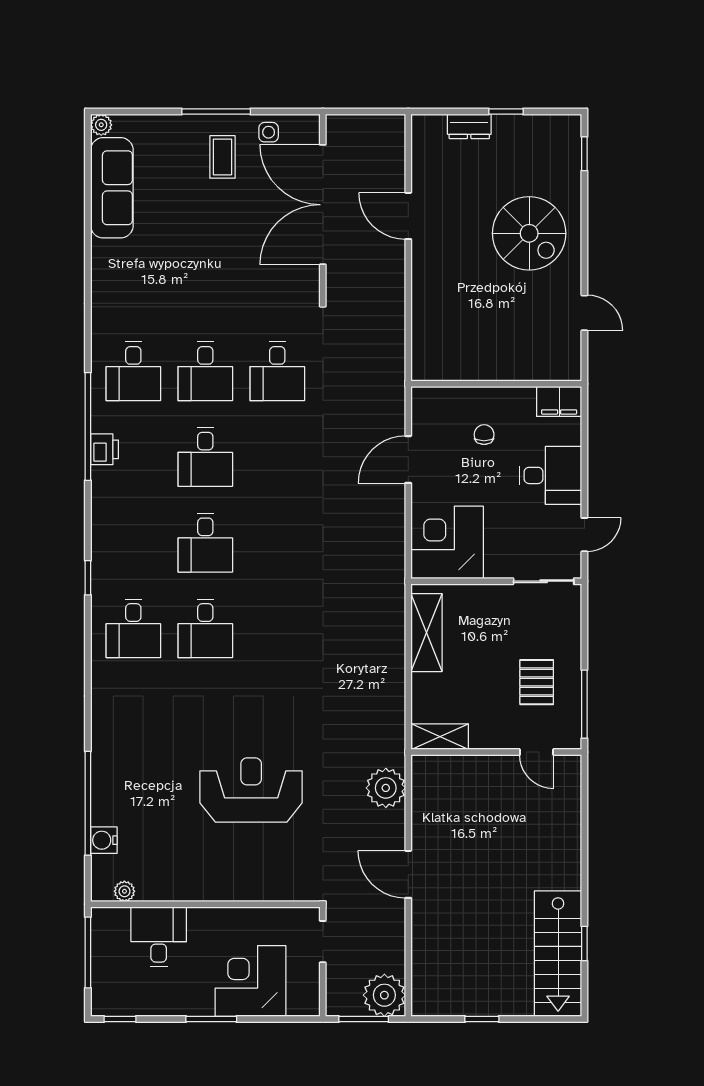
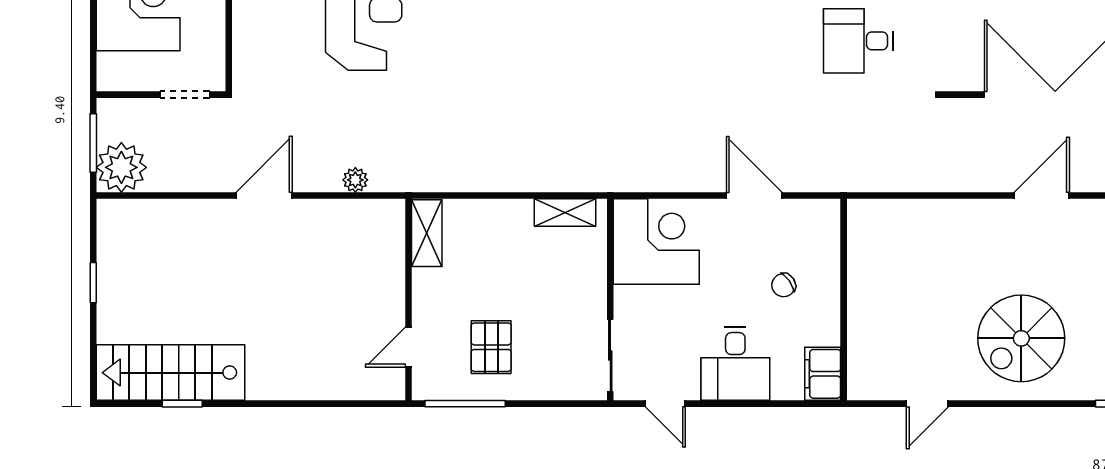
chair: (484, 435) -> (784, 285), turned 145
shelving: (426, 633) -> (565, 212), width x0.67, depth x0.75
pallet: (537, 682) -> (491, 347), turned 90
plant: (386, 788) -> (355, 180), width x0.53, depth x0.53

